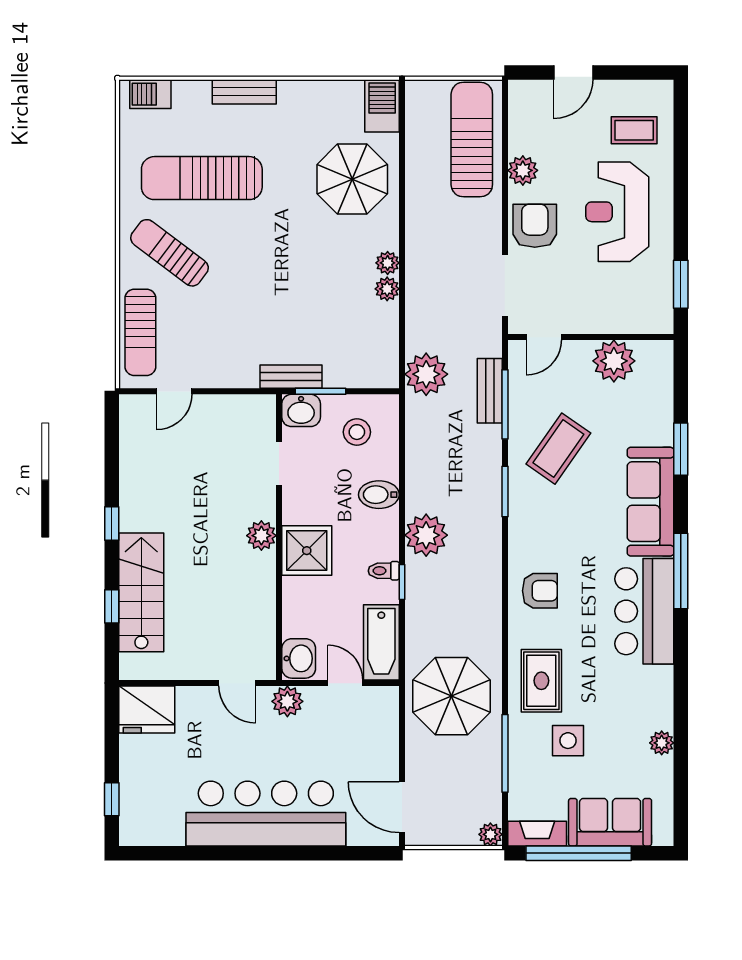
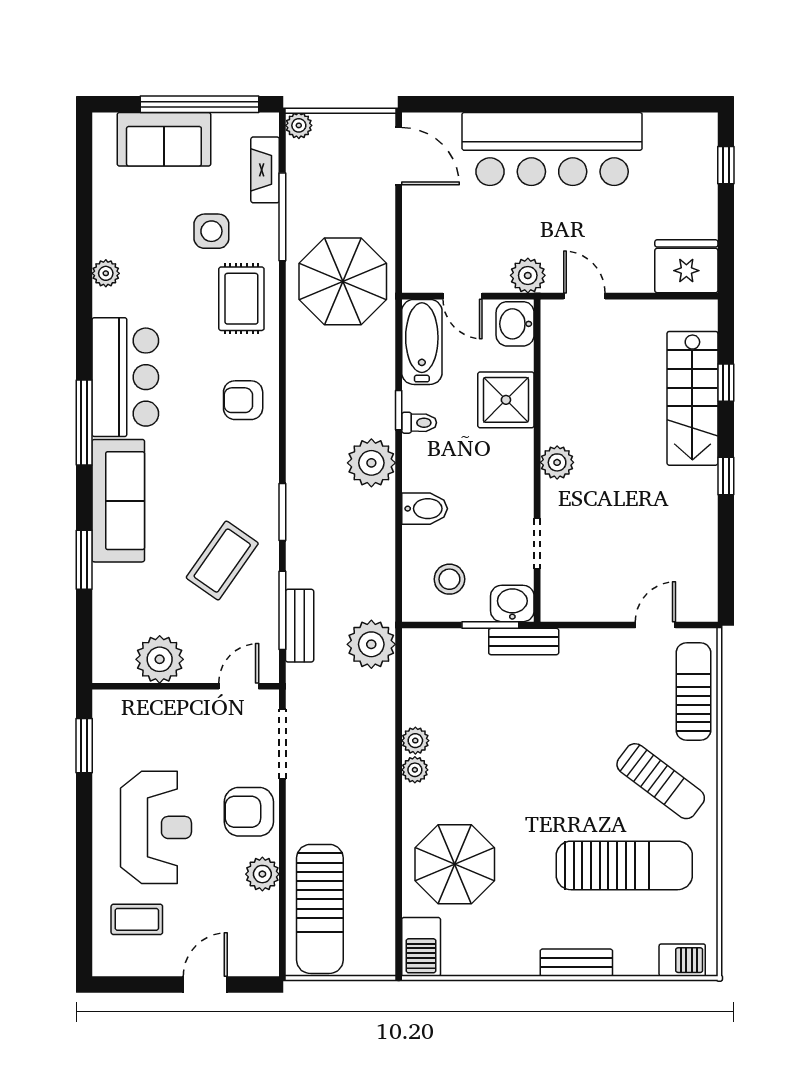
armchair: (535, 226) -> (249, 812), turned 90
shower: (307, 551) -> (506, 400), moved
plant: (662, 743) -> (106, 273), moved
fireplace: (537, 834) -> (265, 170), moved, turned 90

